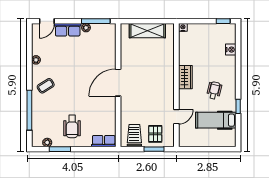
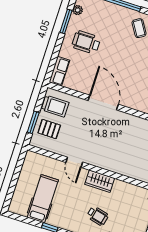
door: (118, 83) -> (103, 102), moved
wheelchair: (214, 90) -> (98, 216), moved
door: (176, 117) -> (74, 162), moved

